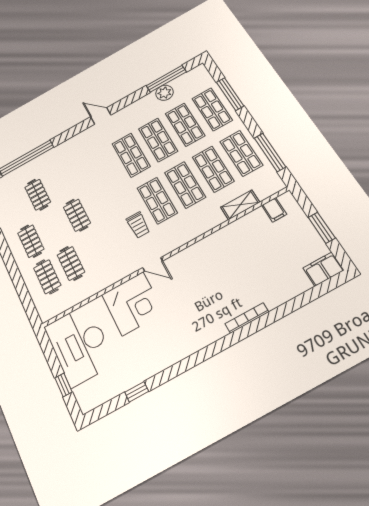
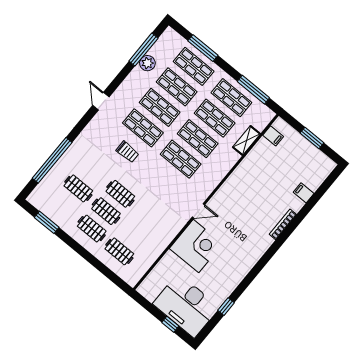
door: (101, 116) -> (101, 101), hinge flipped
trolley: (138, 225) -> (127, 152), moved
clothes rail: (71, 263) -> (106, 211), moved
filing cabinet: (323, 269) -> (304, 193), moved, width x0.50
desk: (79, 345) -> (186, 306), moved

